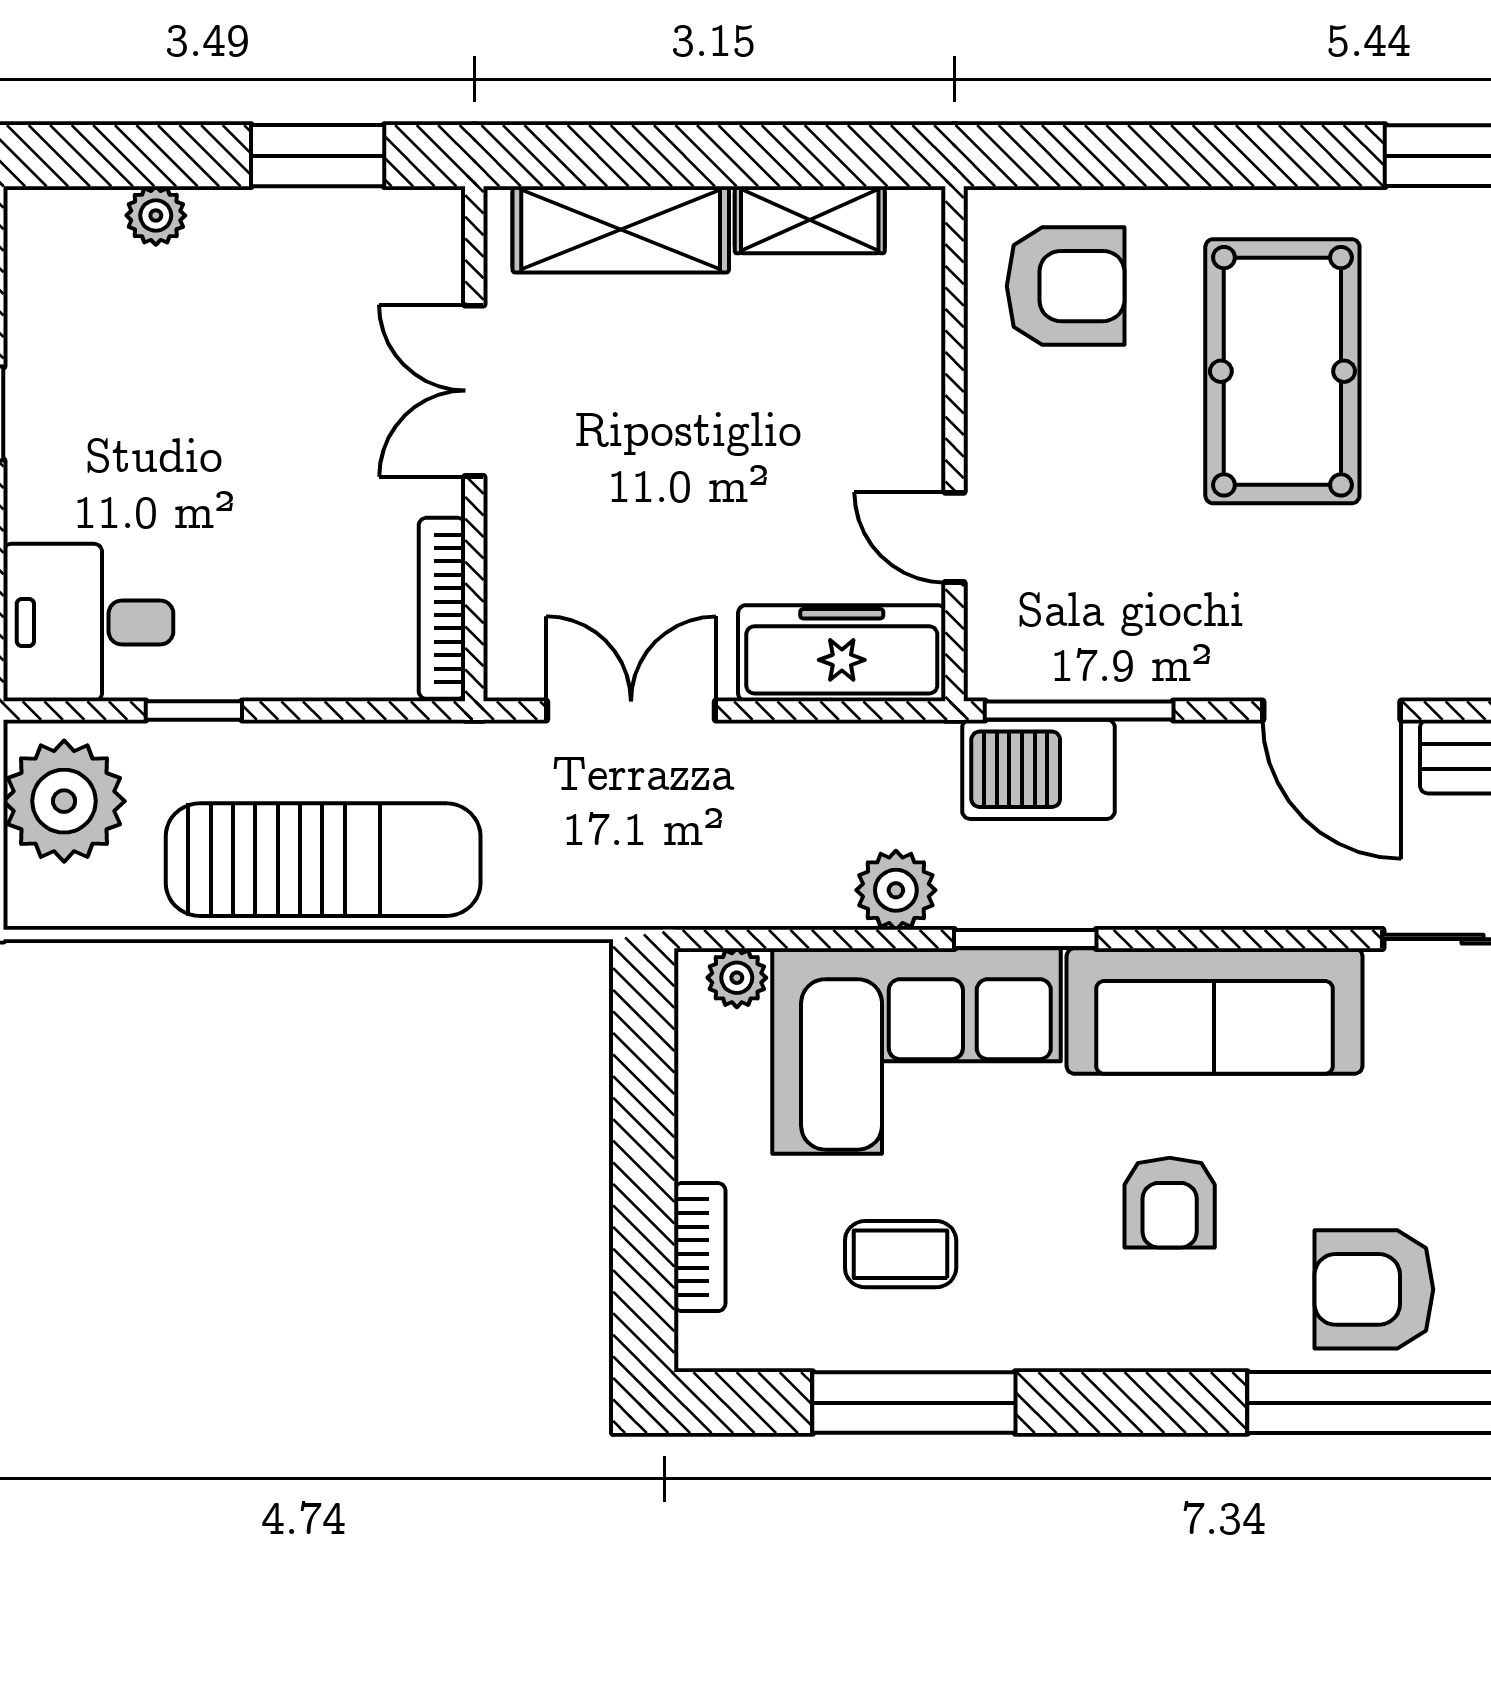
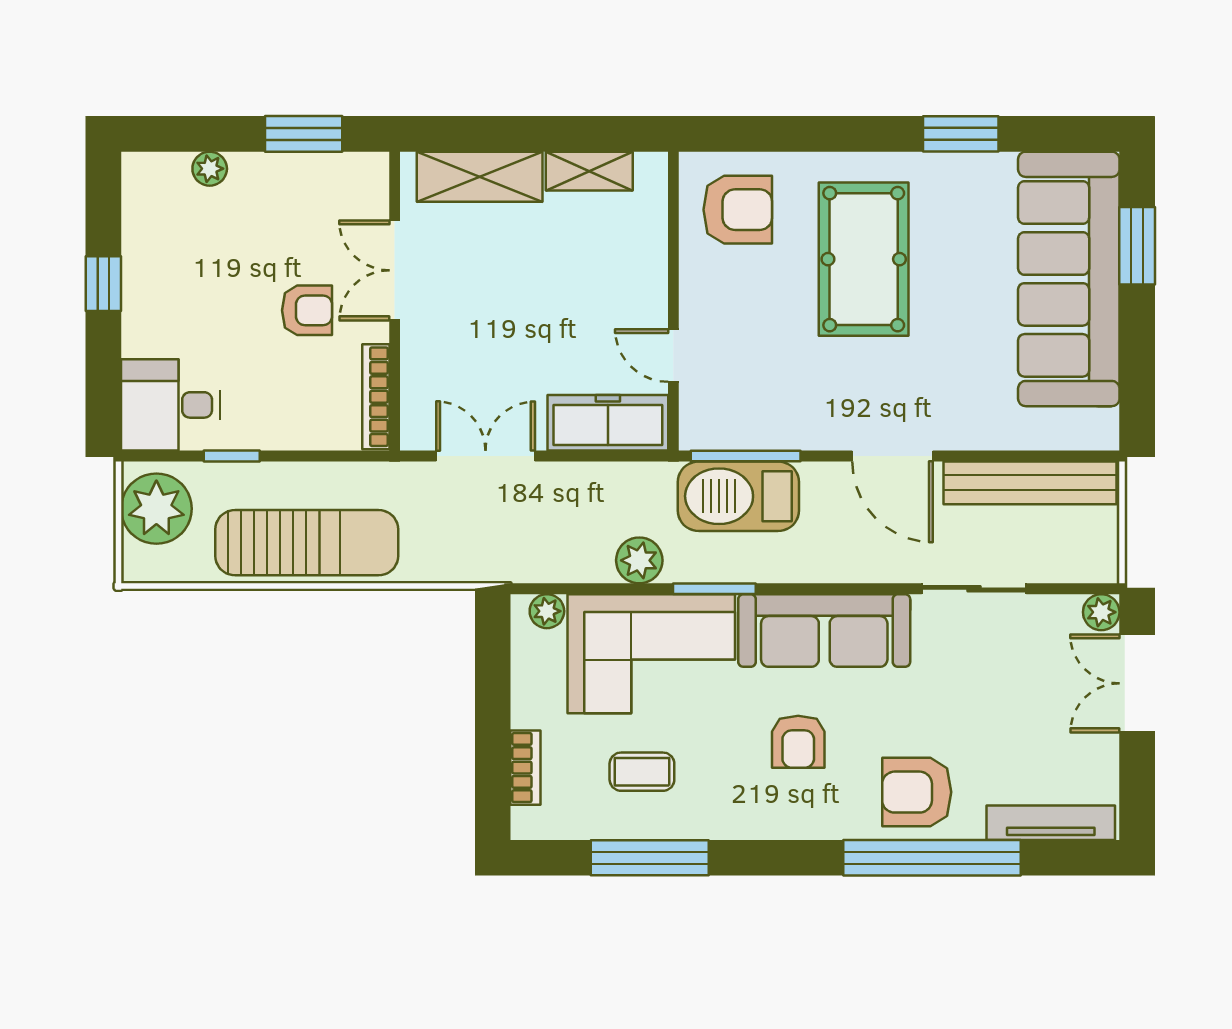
armchair: (324, 460) -> (307, 310), added
barbecue: (1039, 769) -> (738, 496), width x1.37, depth x1.21

